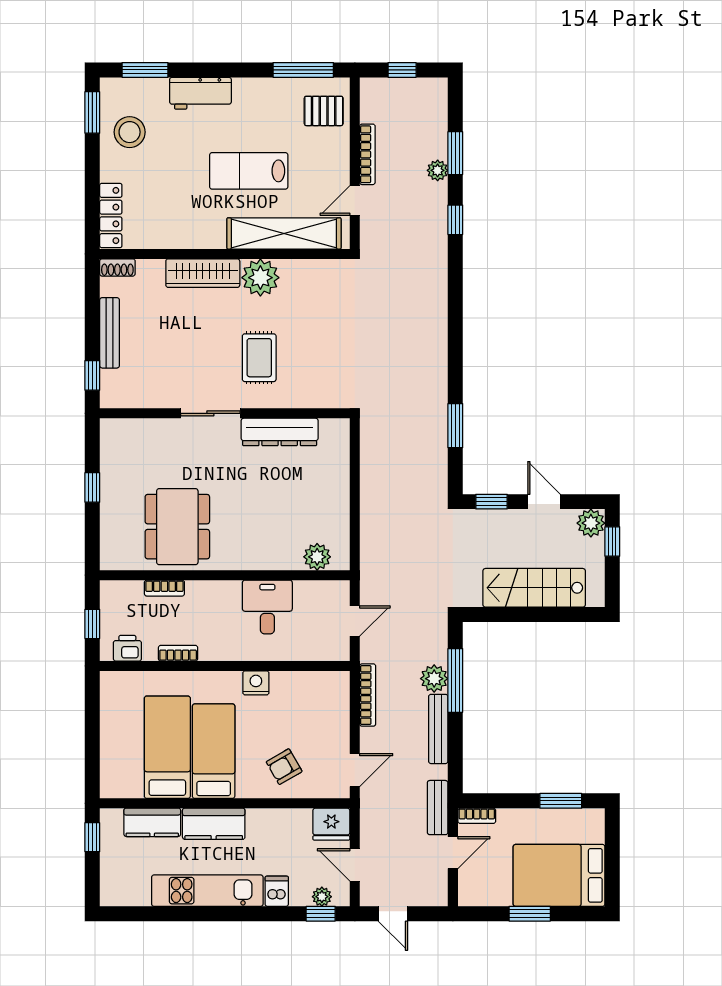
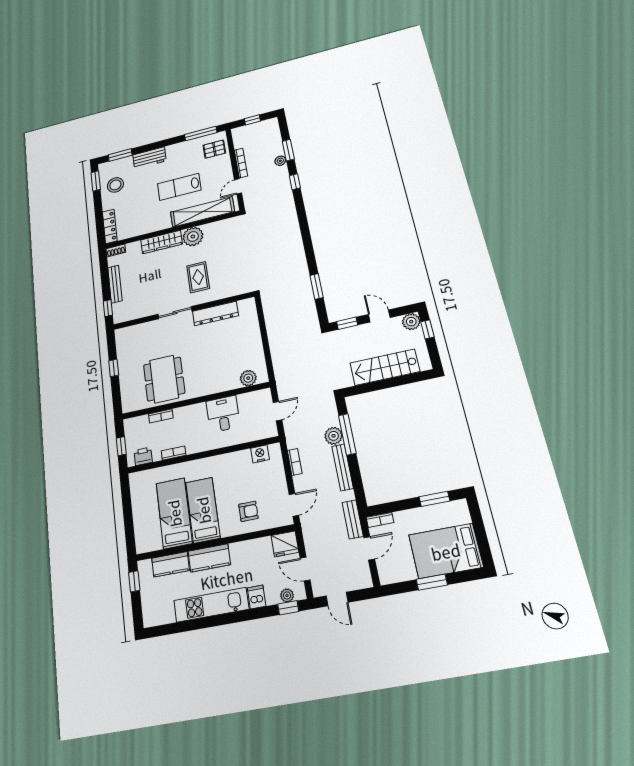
nightstand: (256, 683) -> (260, 454), moved
bookcase: (368, 695) -> (295, 462), width x0.64
armchair: (284, 767) -> (248, 511), turned -150

